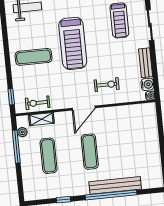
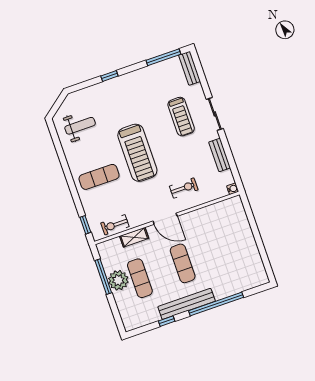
water cooler: (147, 84) -> (227, 178), removed
door: (84, 108) -> (165, 219), hinge flipped
shelving: (41, 119) -> (134, 237), moved
plant: (22, 132) -> (118, 280), moved, width x1.88, depth x1.88
bench: (115, 185) -> (187, 304), moved

